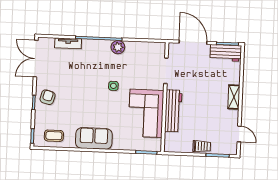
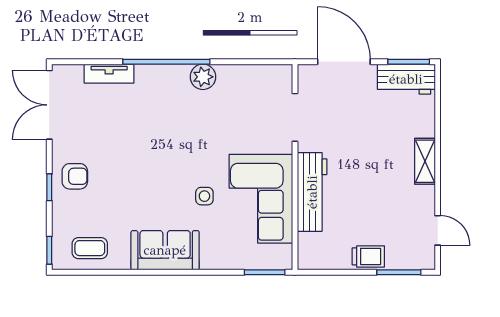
side table: (113, 86) -> (204, 196), moved
armchair: (48, 97) -> (75, 176), turned 75

